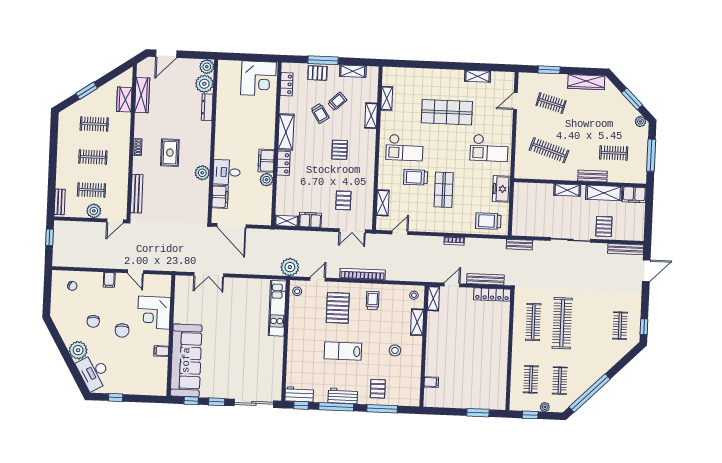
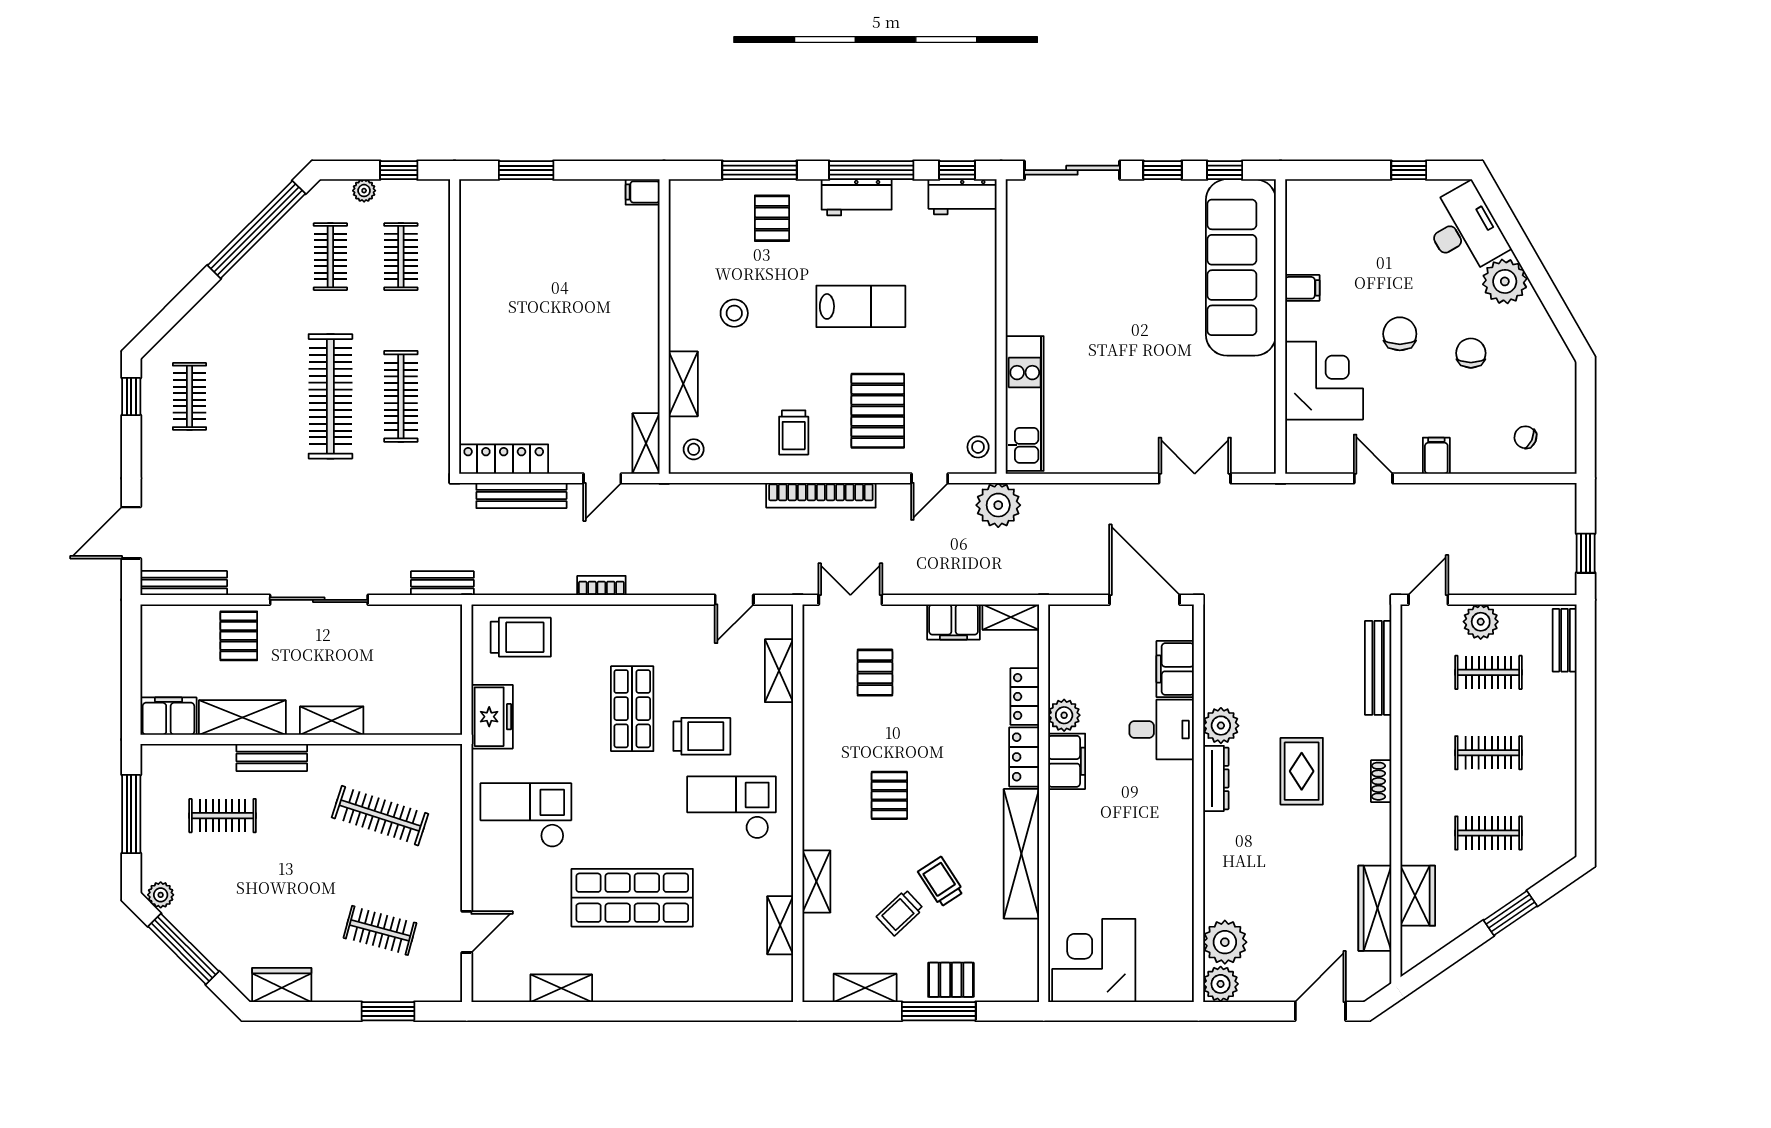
wardrobe: (586, 82) -> (282, 985), width x0.67
locker: (287, 84) -> (1025, 697), moved
window: (632, 99) -> (183, 949), width x1.44
dresser: (207, 107) -> (1216, 778), moved
shelving: (286, 132) -> (1021, 854), width x1.47
filing cabinet: (431, 382) -> (643, 192), moved

